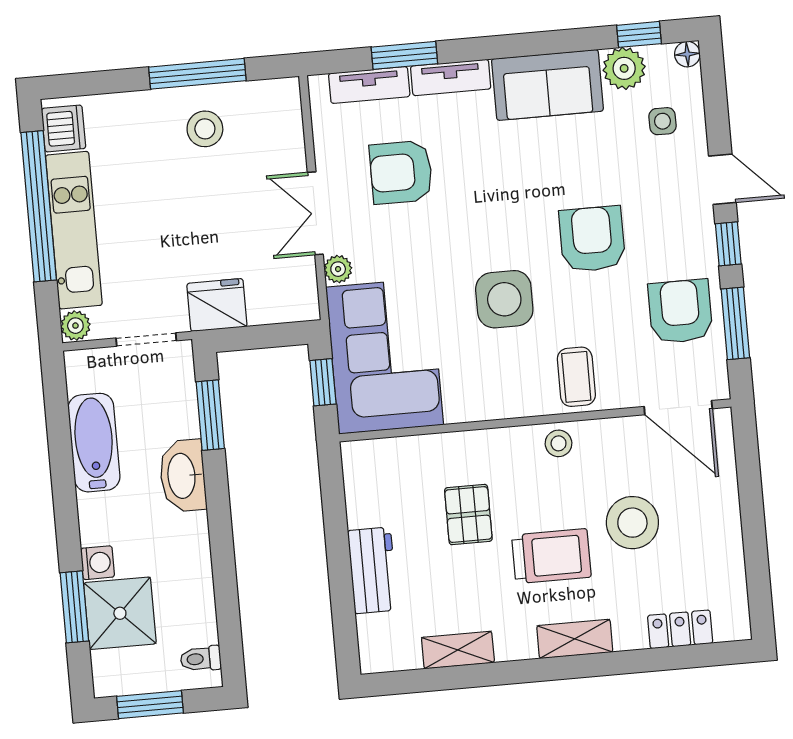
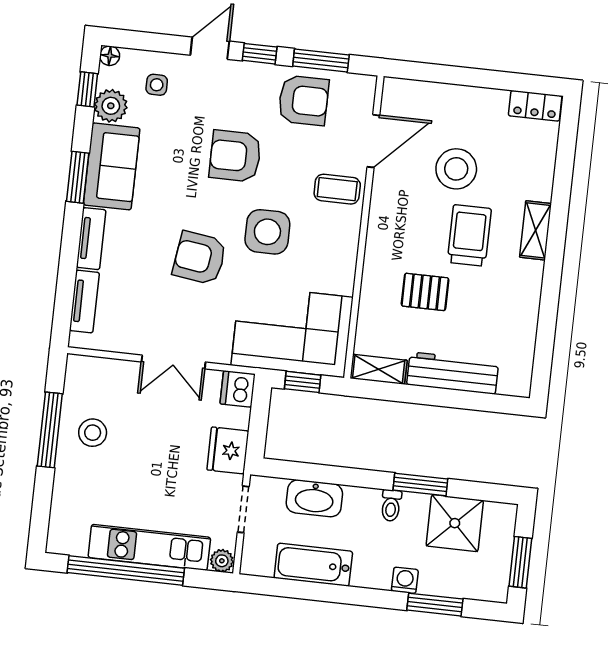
window: (404, 55) -> (78, 177), moved
dishwasher: (63, 128) -> (238, 389), moved, turned -90
armchair: (401, 172) -> (200, 258), moved, turned 98
plant: (338, 269) -> (219, 353), removed
armchair: (680, 311) -> (303, 100), turned 180
door: (678, 408) -> (373, 141), moved
window: (210, 415) -> (420, 485), moved
stool: (559, 443) -> (385, 213), removed
washbasin: (183, 476) -> (314, 498), moved
workbench: (373, 570) -> (453, 373), width x1.38
shower: (120, 613) -> (455, 523), moved
locker: (680, 629) -> (535, 106), moved, turned -90
shelving: (458, 650) -> (379, 369), moved, turned 90
toilet: (201, 659) -> (391, 505), moved

